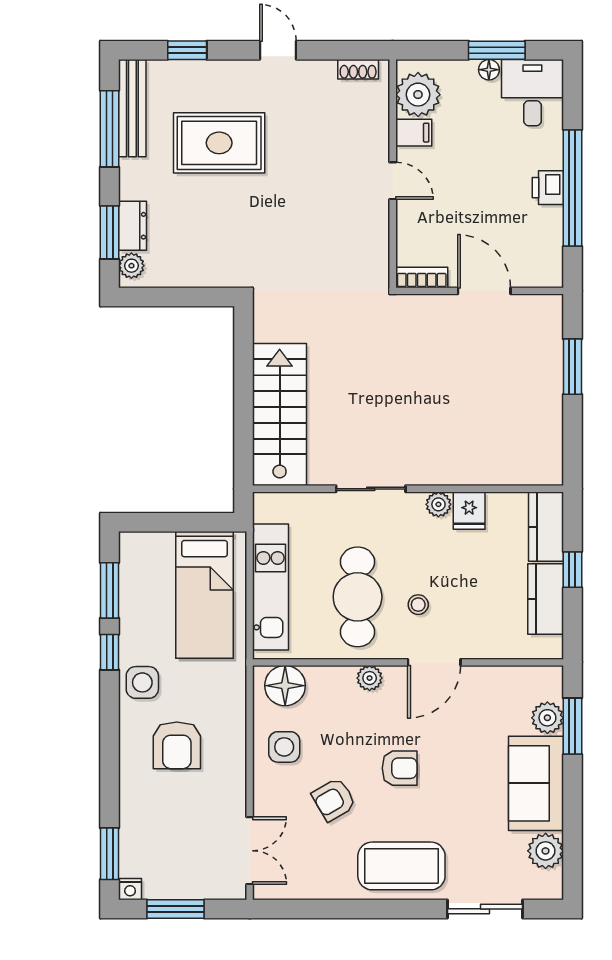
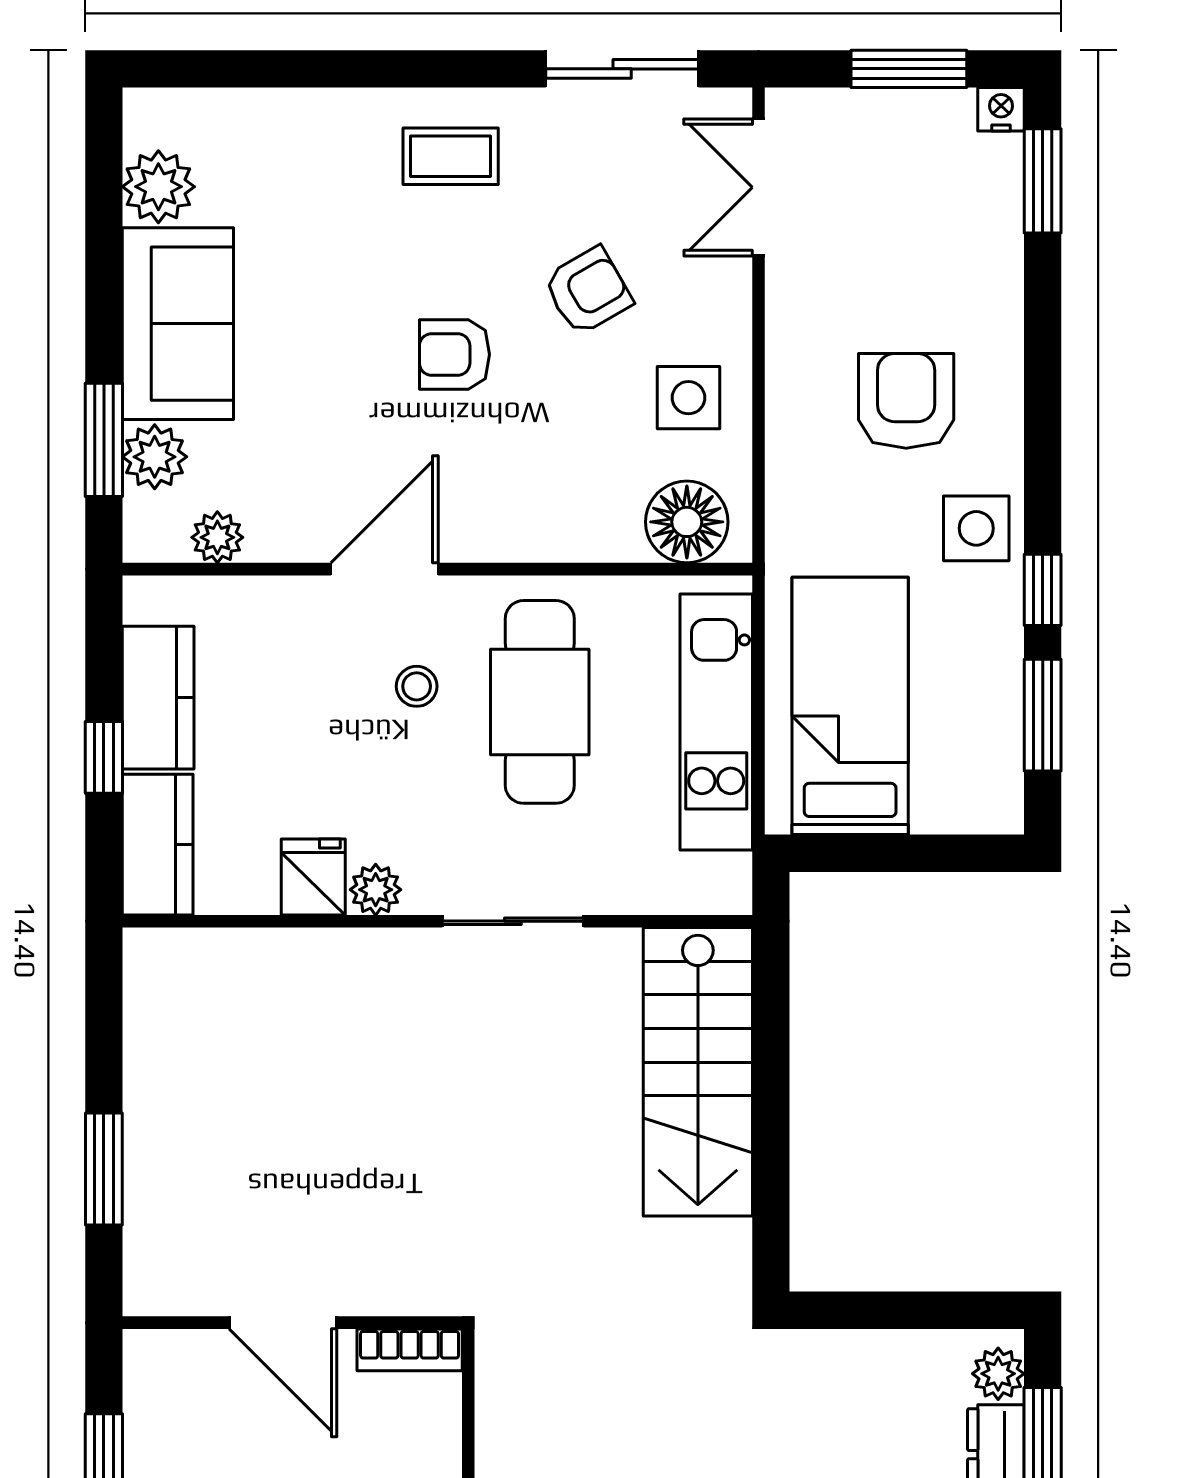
plant: (370, 678) -> (217, 537), moved
coffee table: (401, 866) -> (451, 156), width x0.54, depth x0.58
sliding door: (485, 909) -> (622, 69), moved

